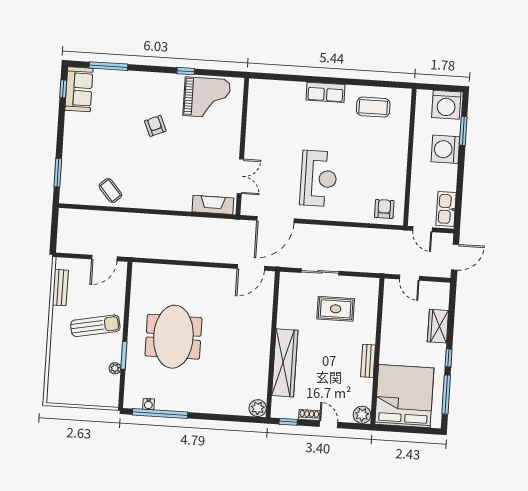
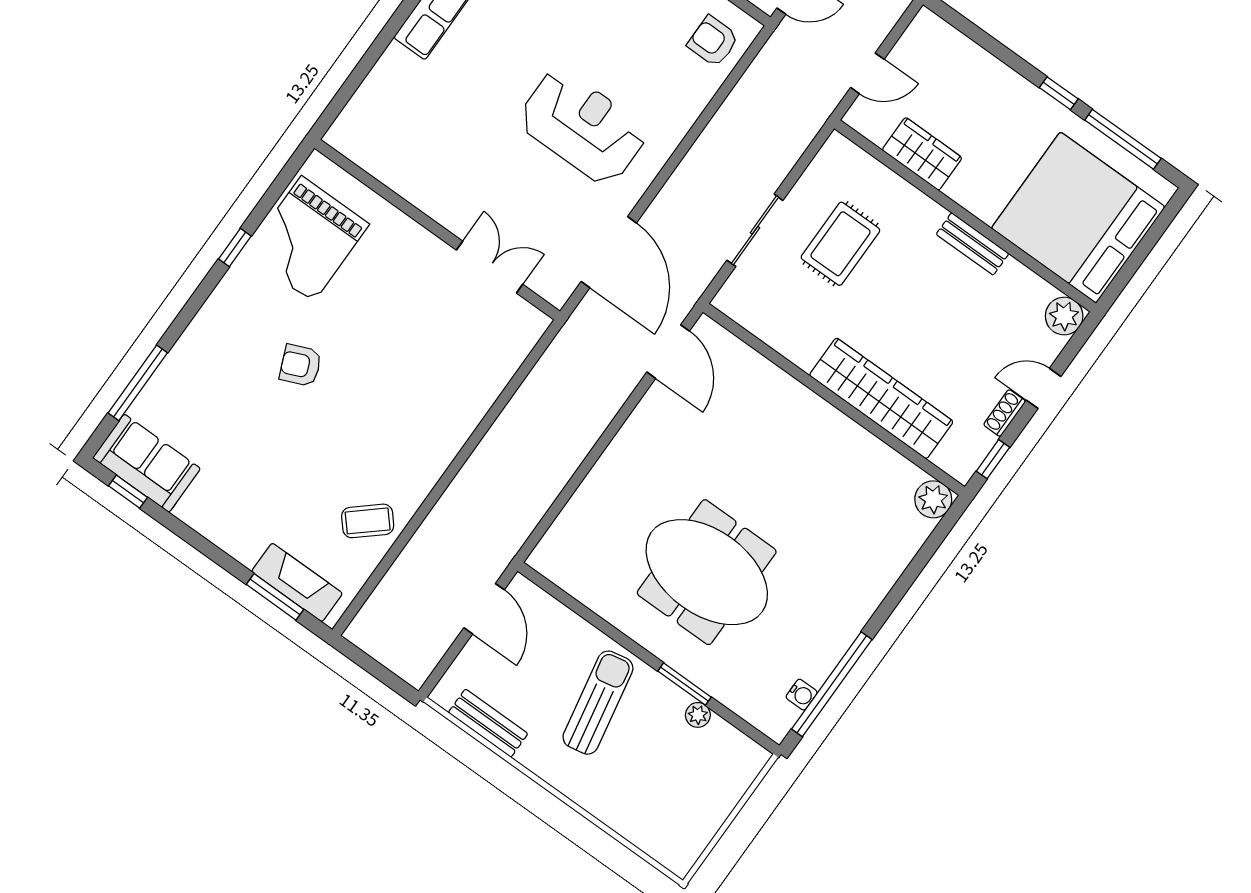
grand piano: (207, 98) -> (307, 239), turned 180
fireplace: (213, 205) -> (297, 582), moved, turned 90
wardrobe: (438, 326) -> (922, 154), moved, turned 180

